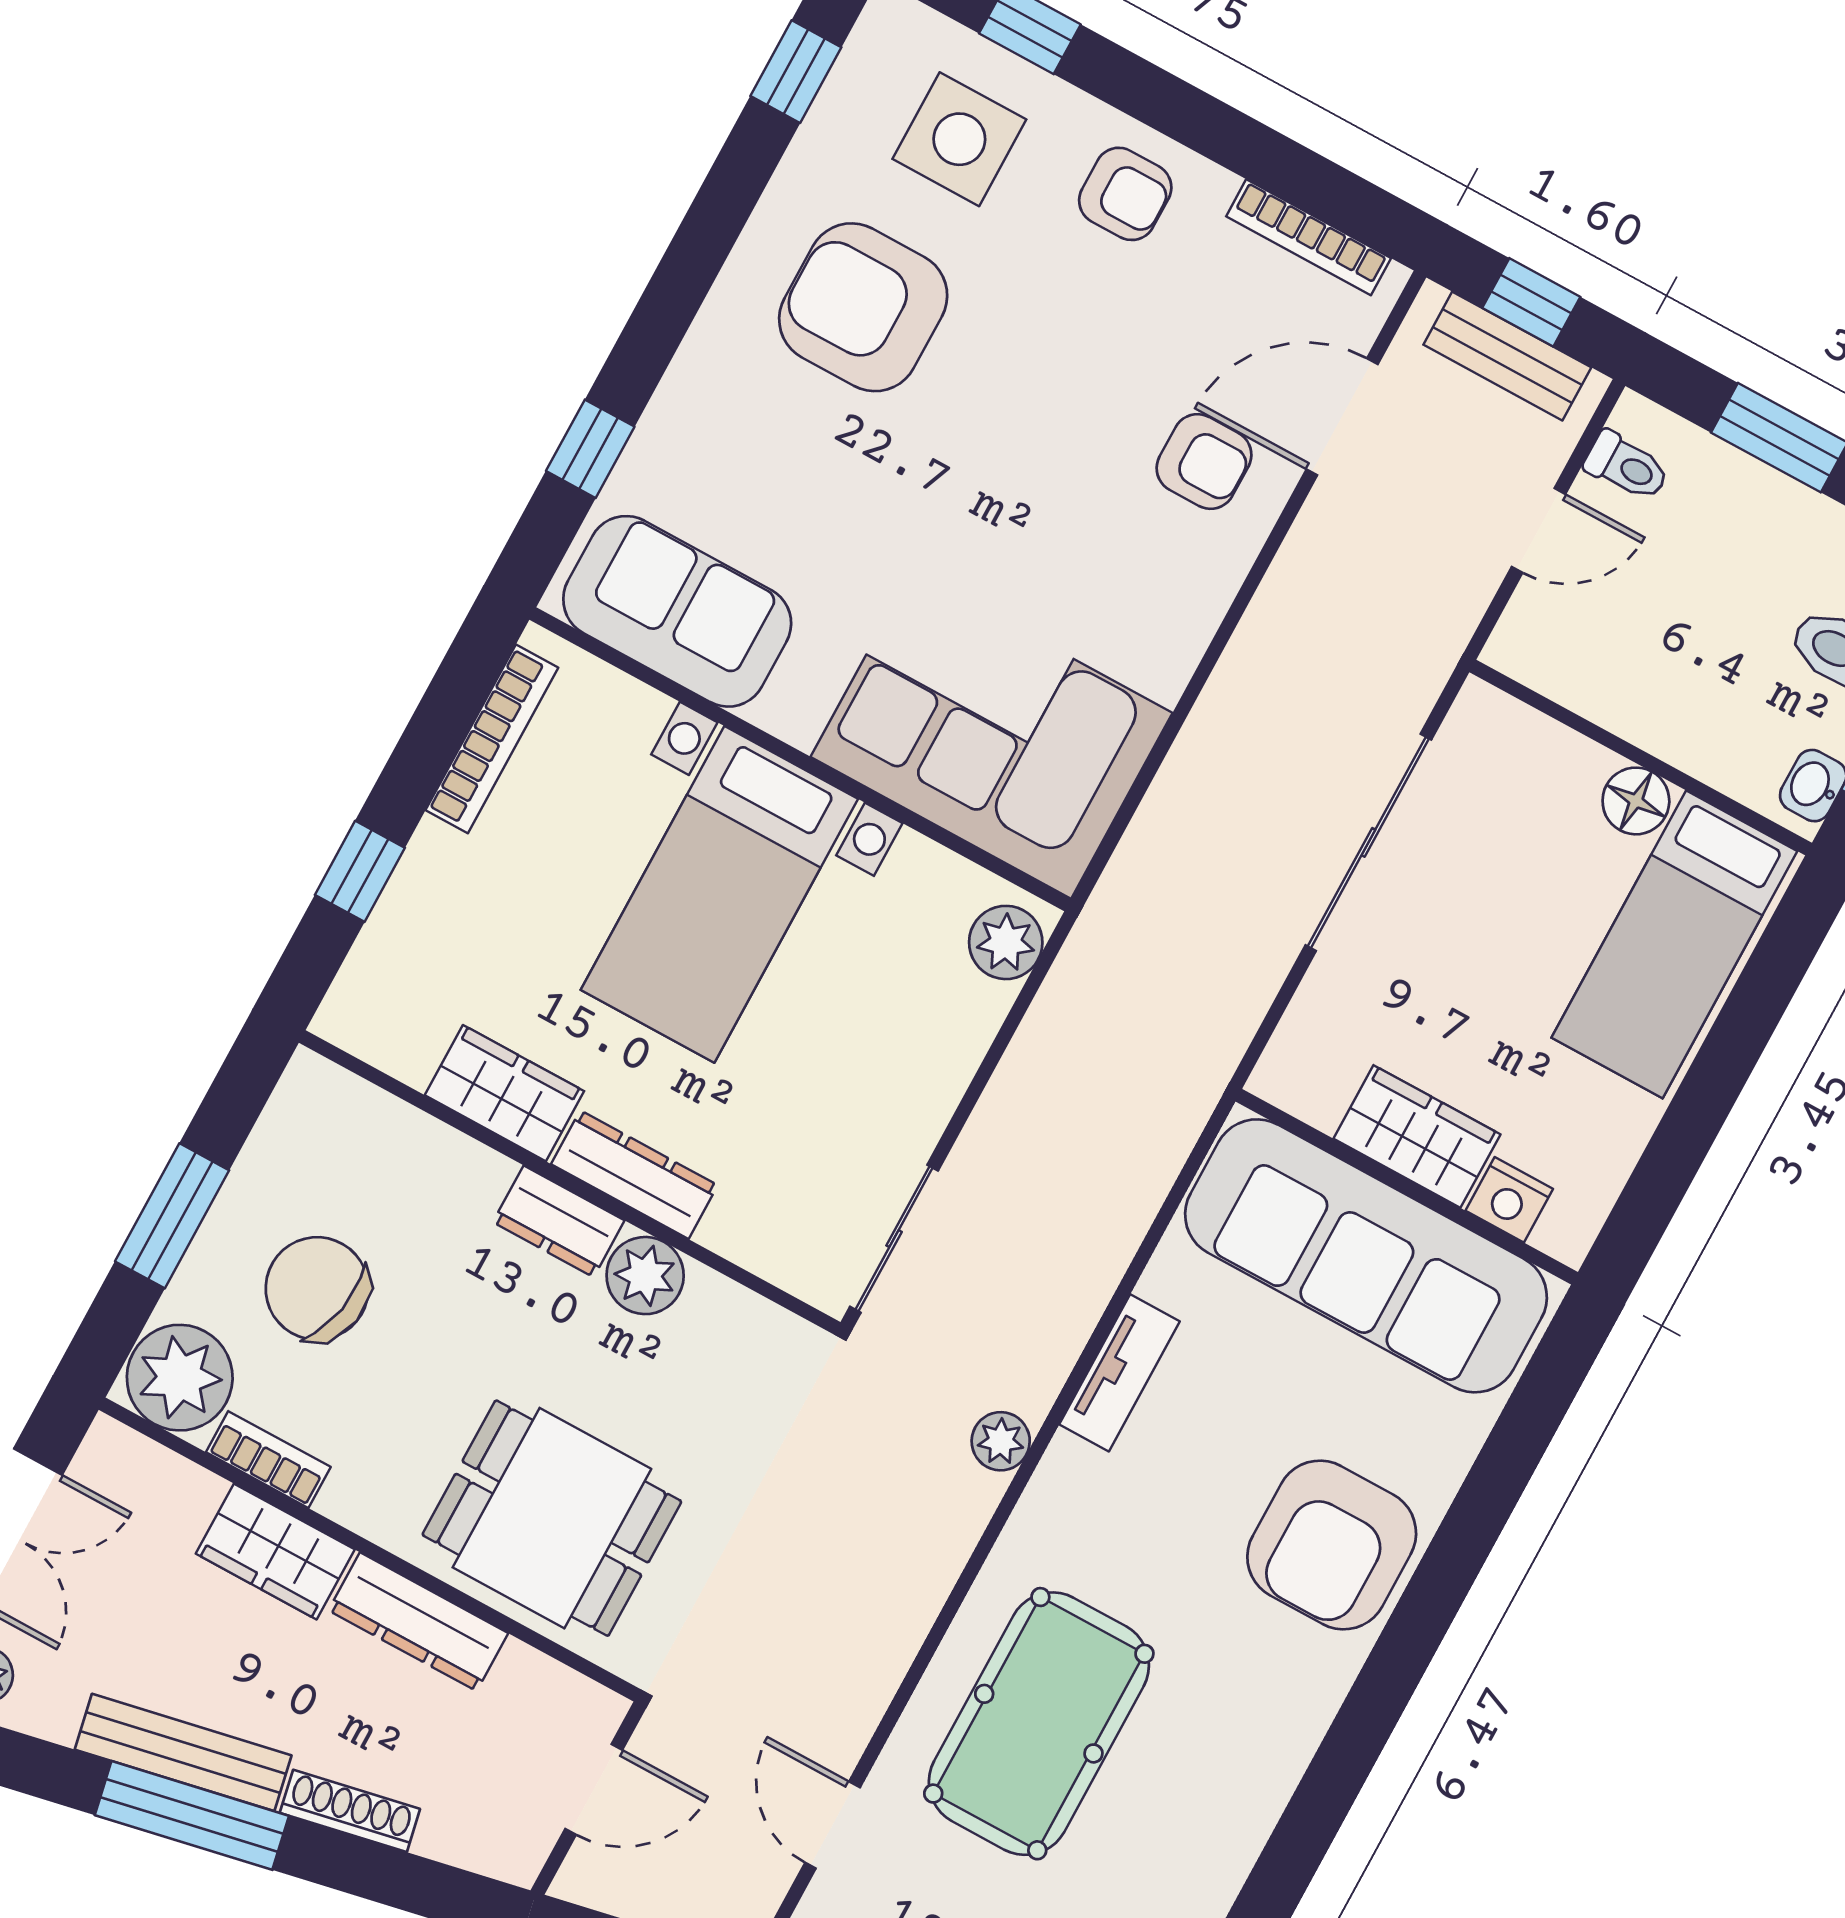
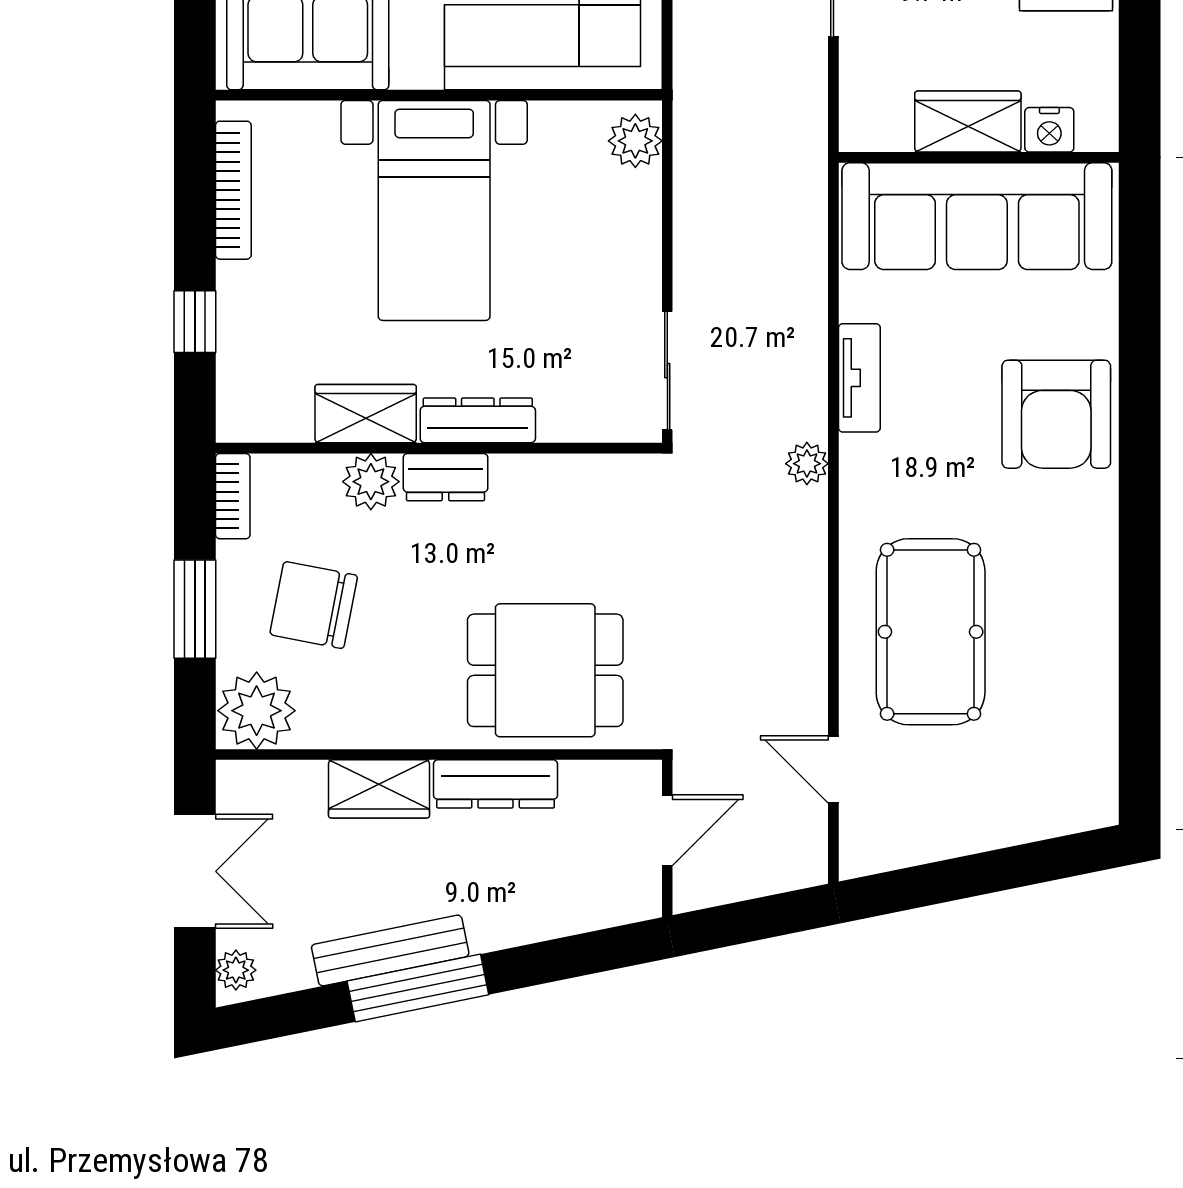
plant: (645, 1276) -> (371, 482), moved
bookcase: (268, 1460) -> (233, 496), moved, turned 90
shoe rack: (350, 1811) -> (518, 930), removed

